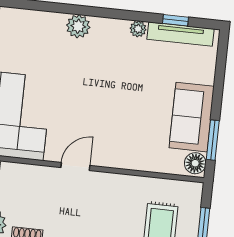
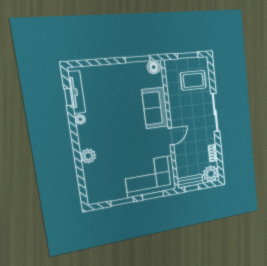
sofa: (192, 117) -> (155, 108), moved, turned 90
door: (75, 166) -> (171, 137), swing flipped

